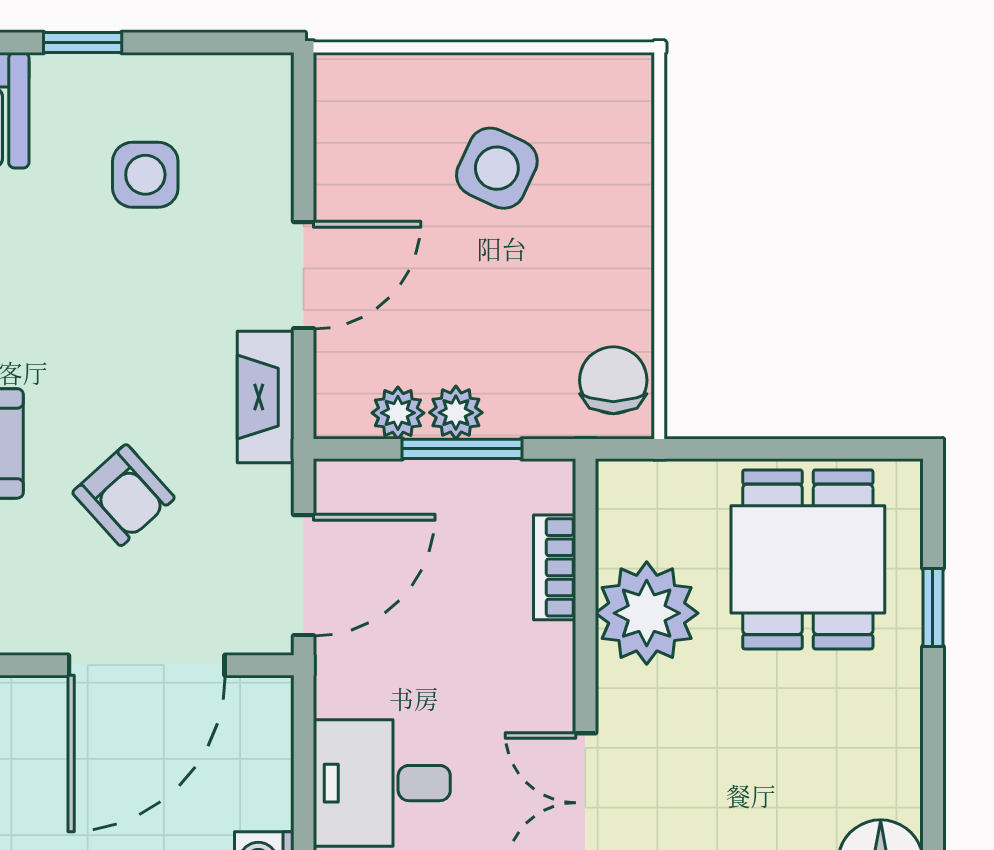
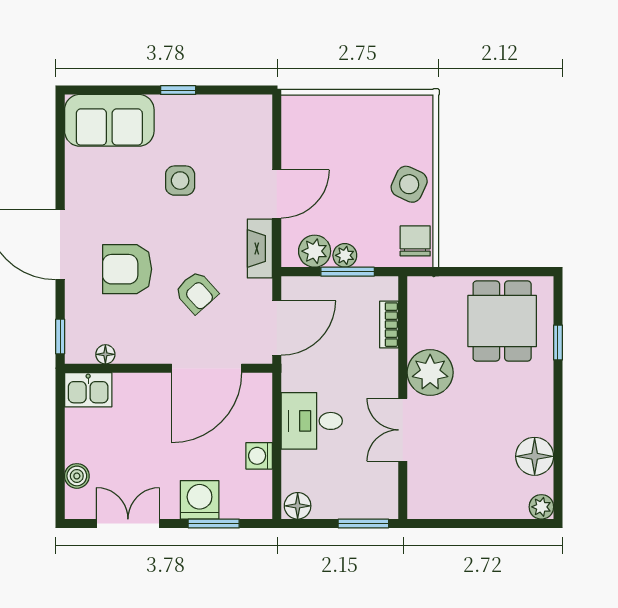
side table: (497, 168) -> (409, 184), moved
side table: (145, 175) -> (180, 181), moved
plant: (398, 413) -> (315, 251), width x1.38, depth x1.38
plant: (647, 613) -> (430, 372), moved

